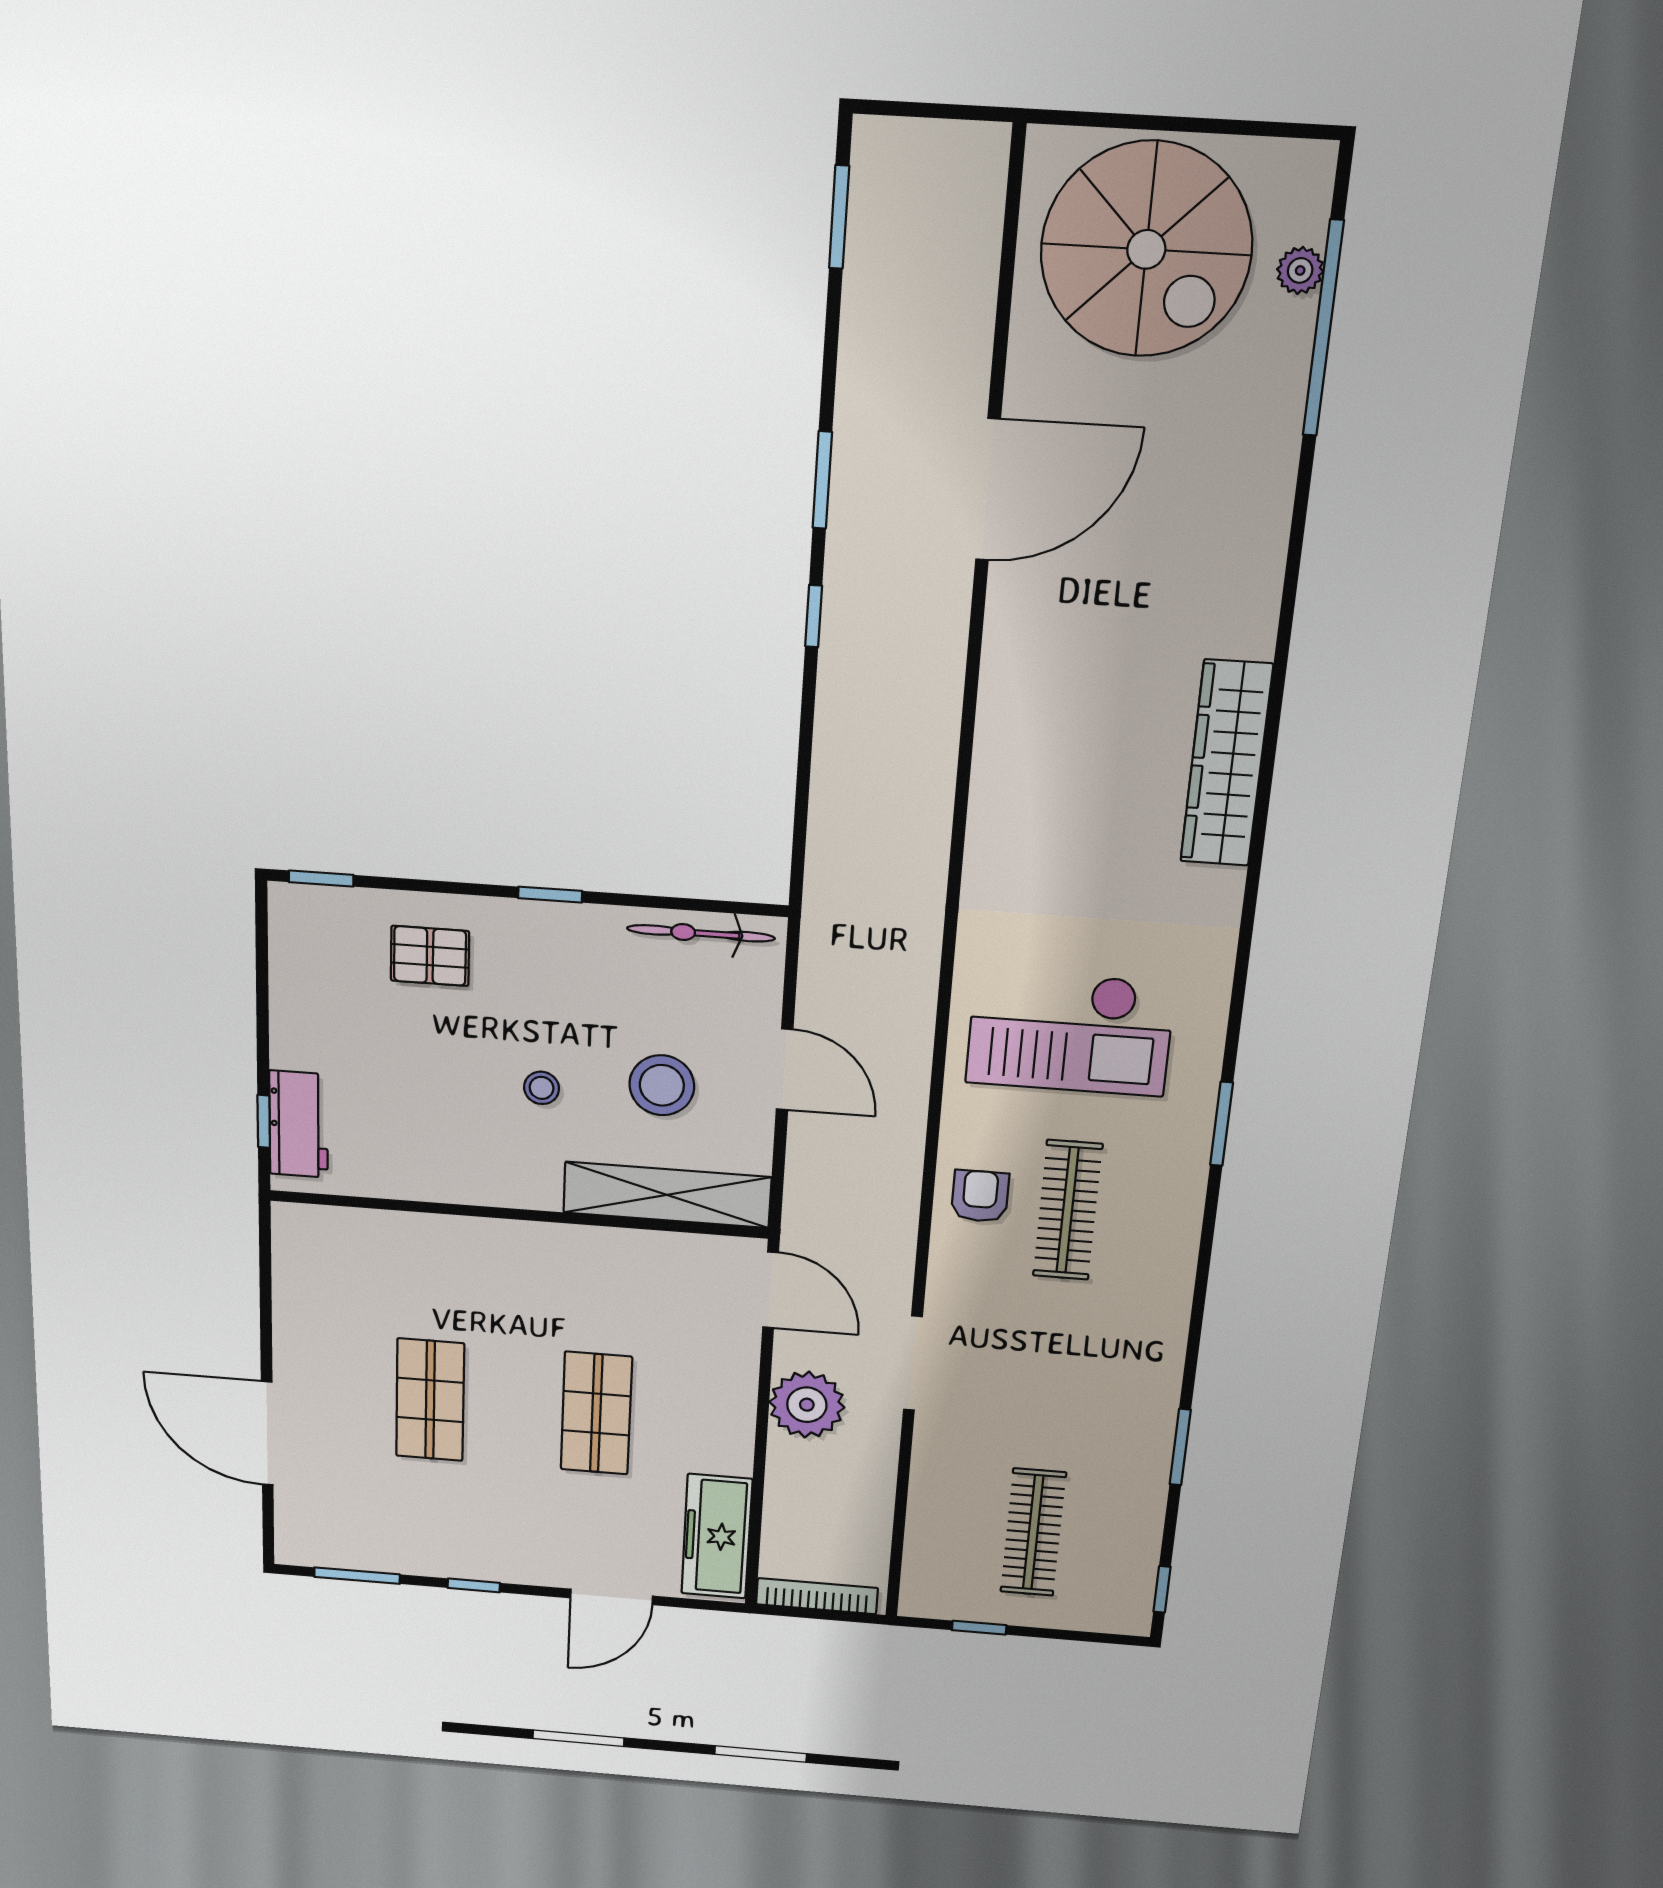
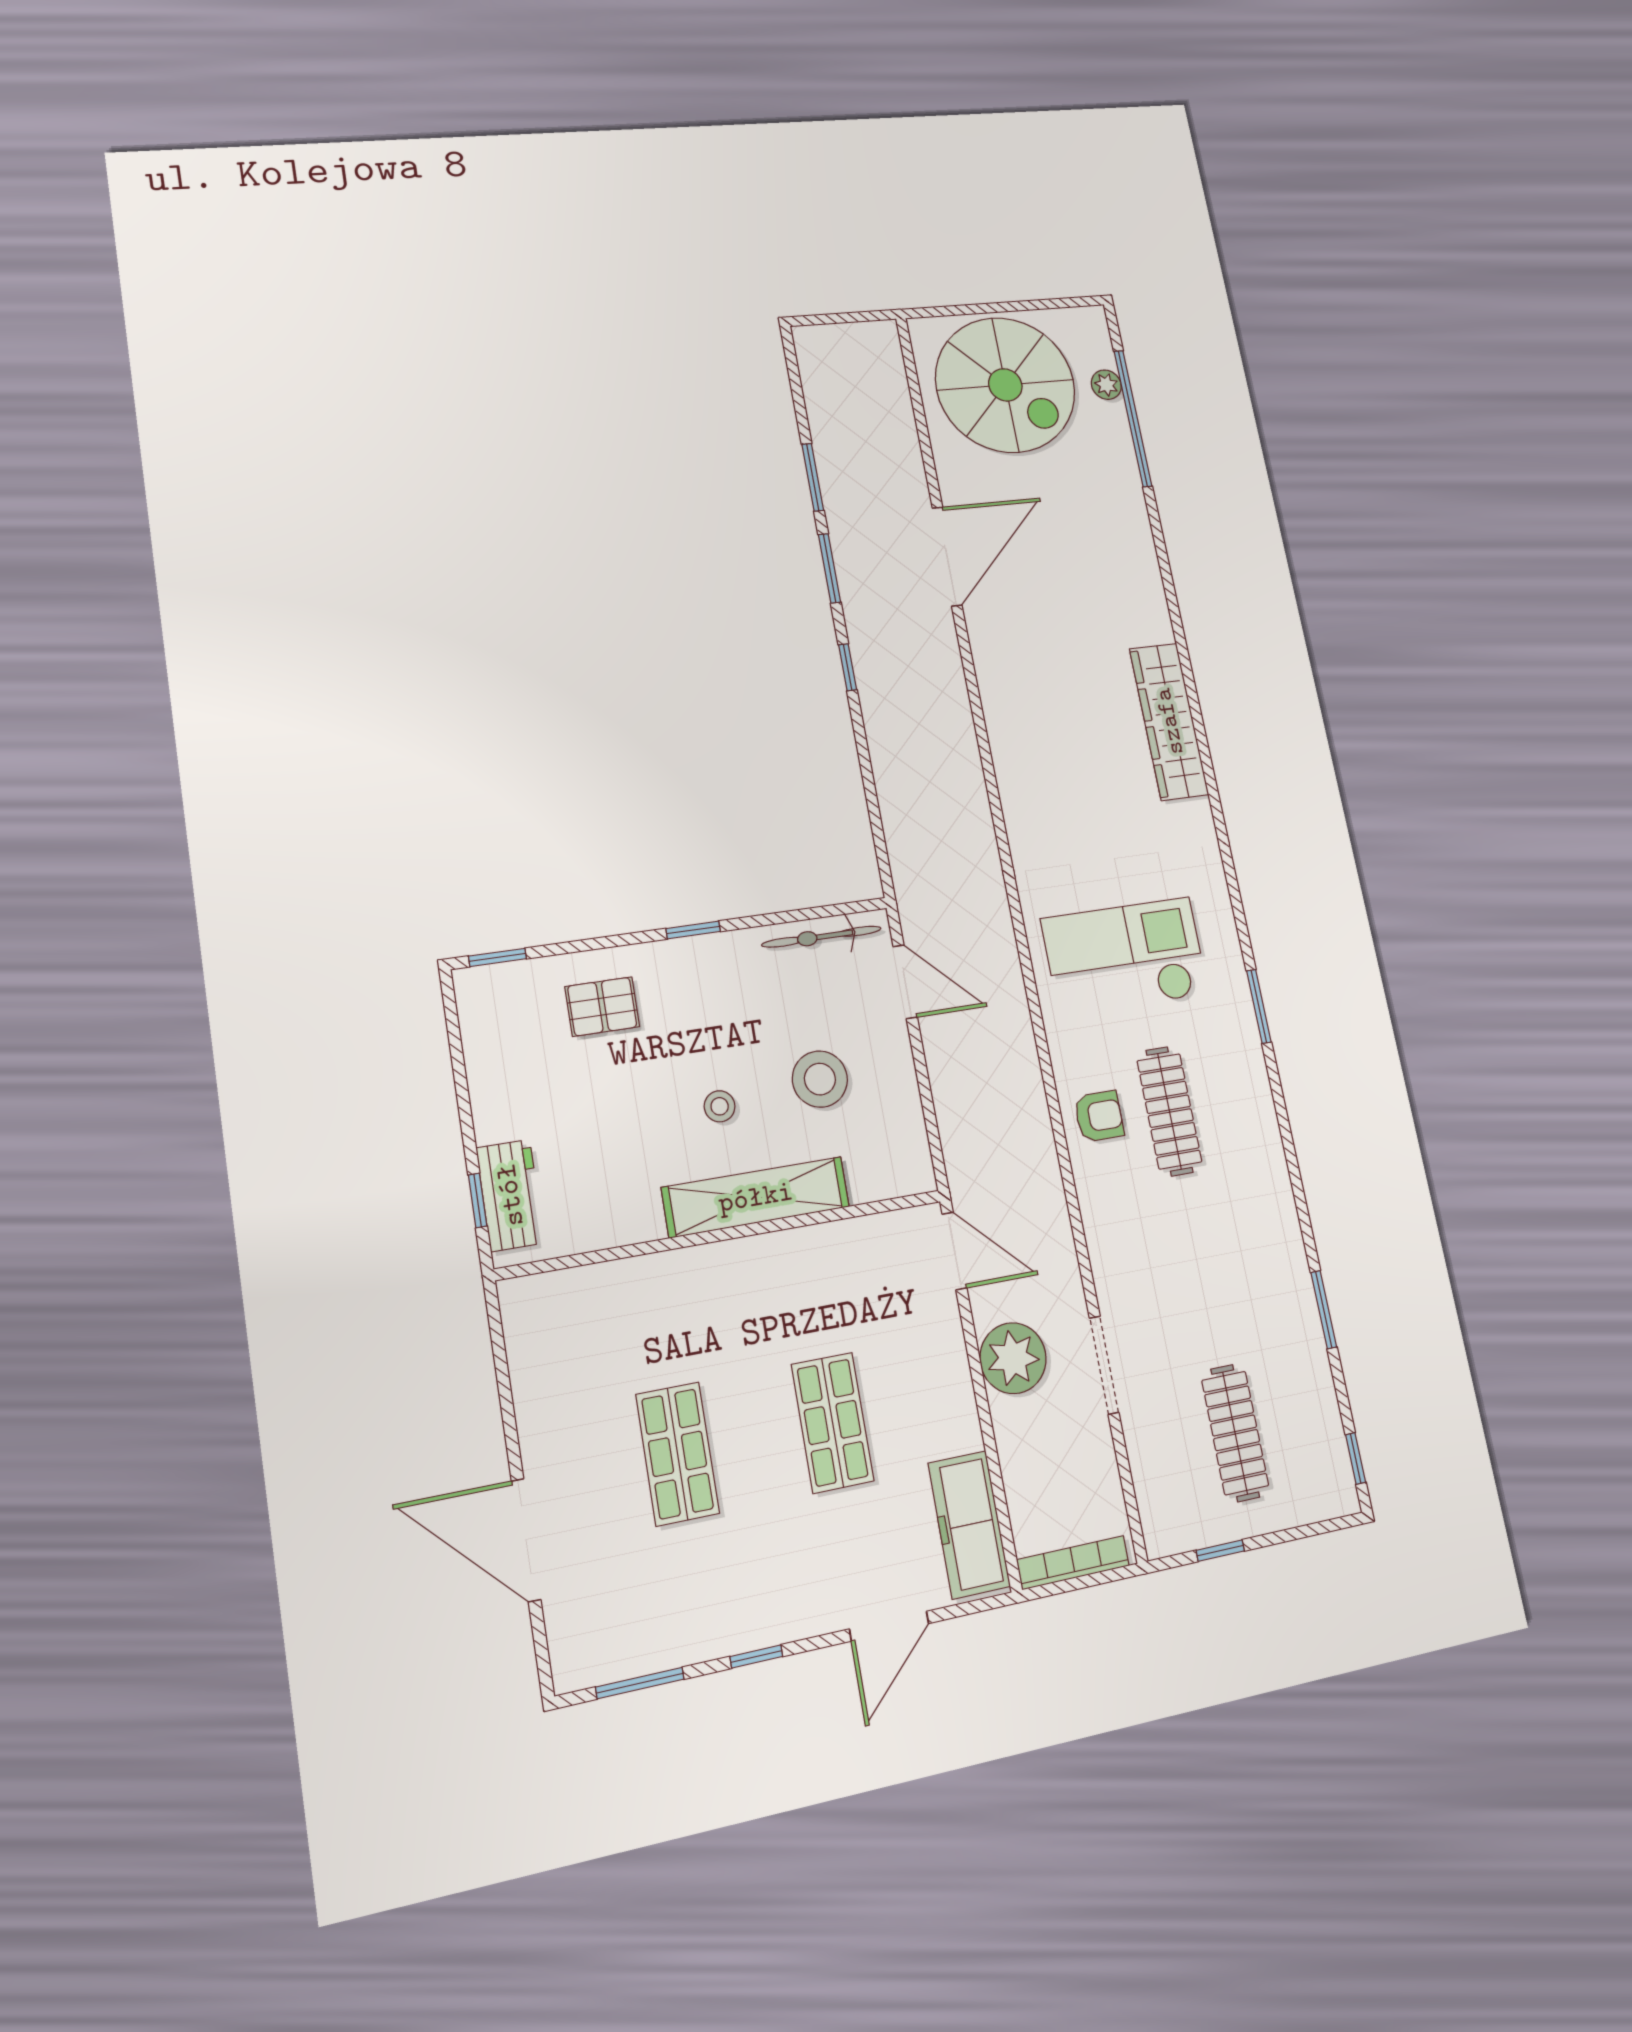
window: (839, 217) -> (813, 477), moved
checkout: (1070, 1033) -> (1125, 956), turned 180
door: (785, 1069) -> (905, 982), moved
shelving: (667, 1195) -> (756, 1197), moved
armchair: (980, 1196) -> (1099, 1116), turned 90
doorway: (913, 1363) -> (1104, 1365), moved

